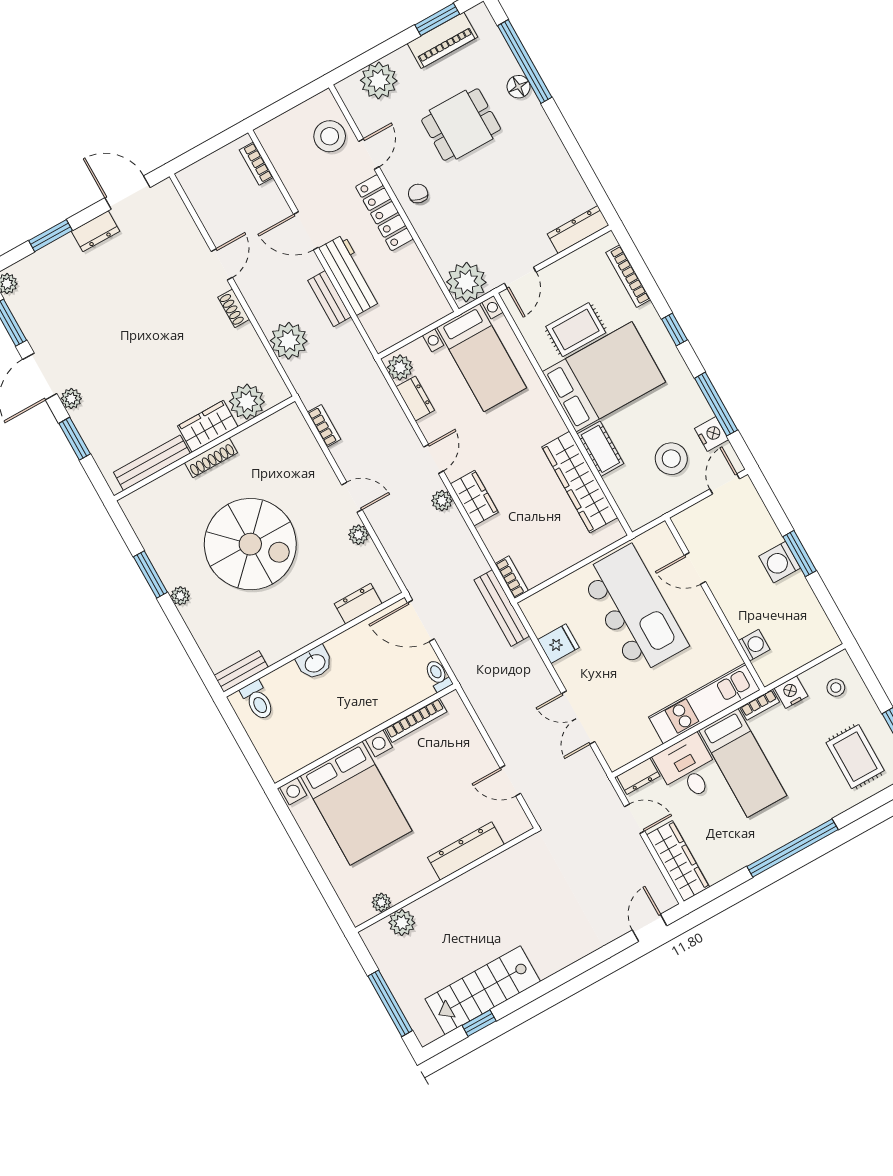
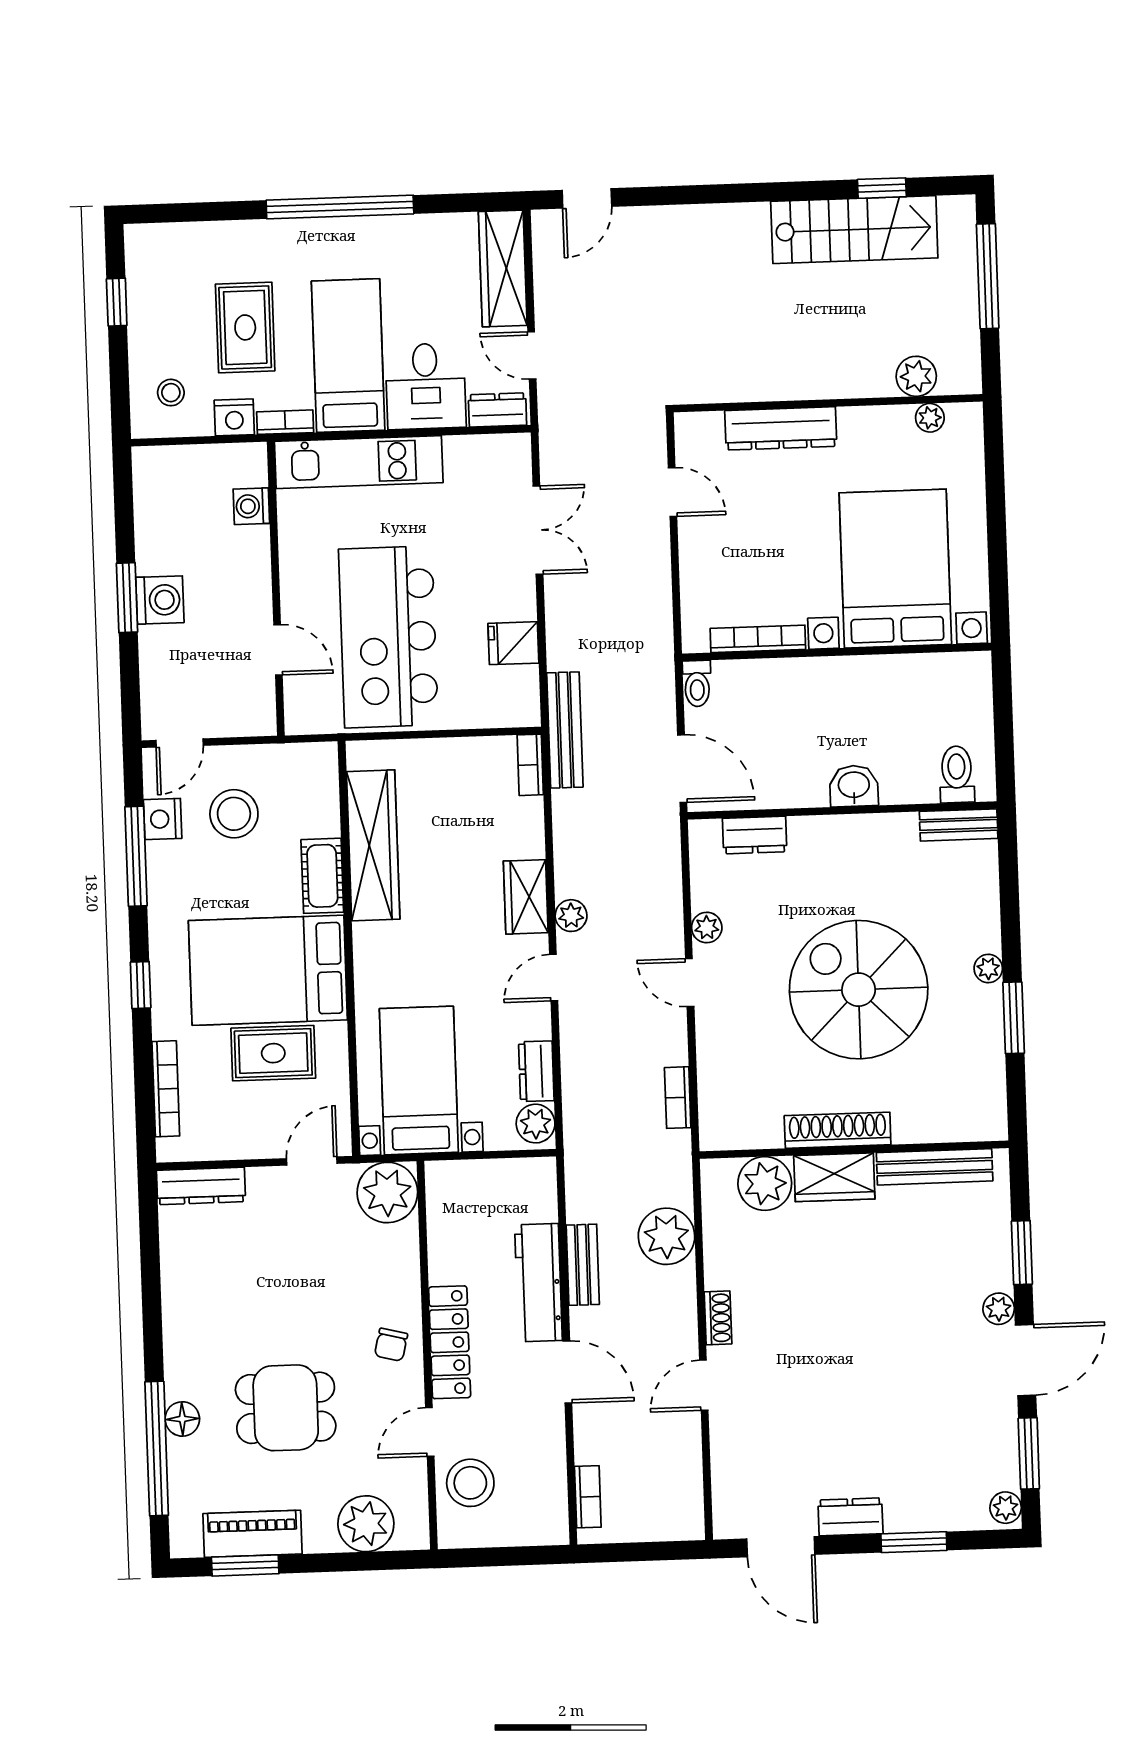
shoe rack: (211, 458) -> (838, 1130), width x1.36, depth x1.24
rug: (855, 757) -> (245, 327), moved

